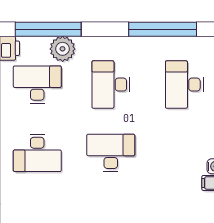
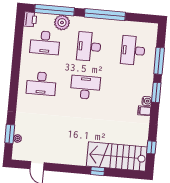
window: (163, 29) -> (105, 15), moved
desk: (37, 85) -> (45, 43), turned 180

